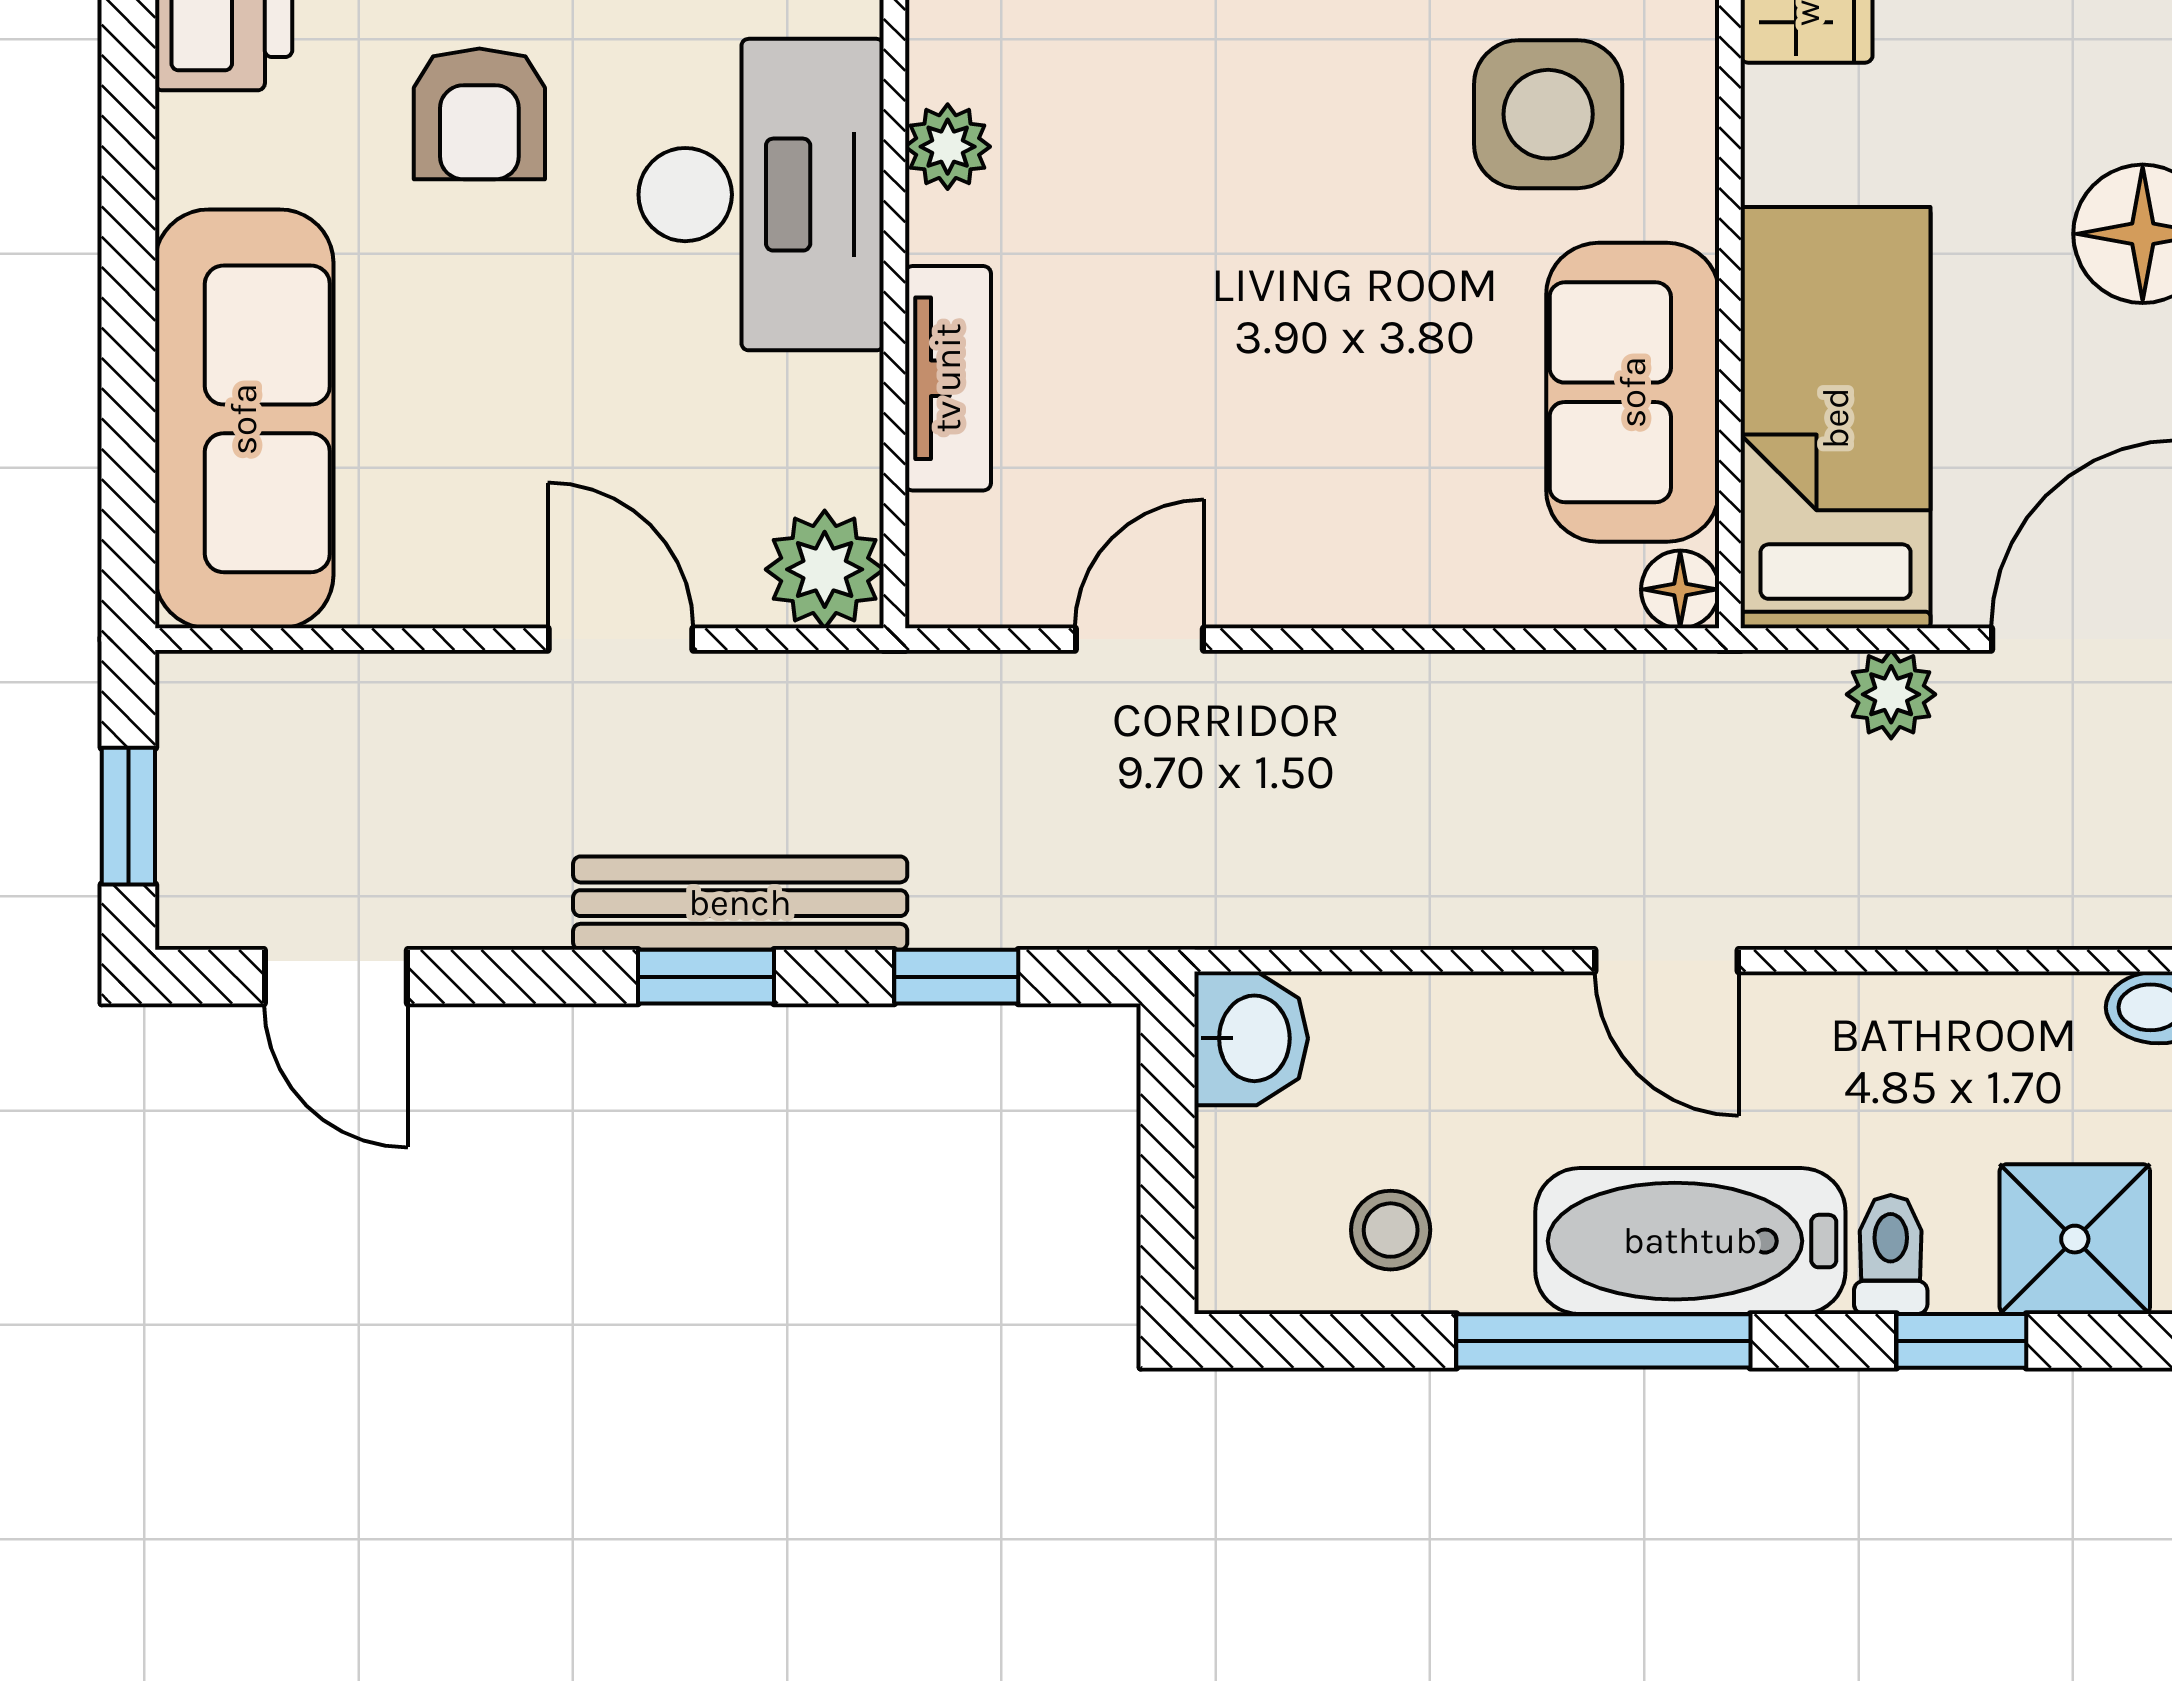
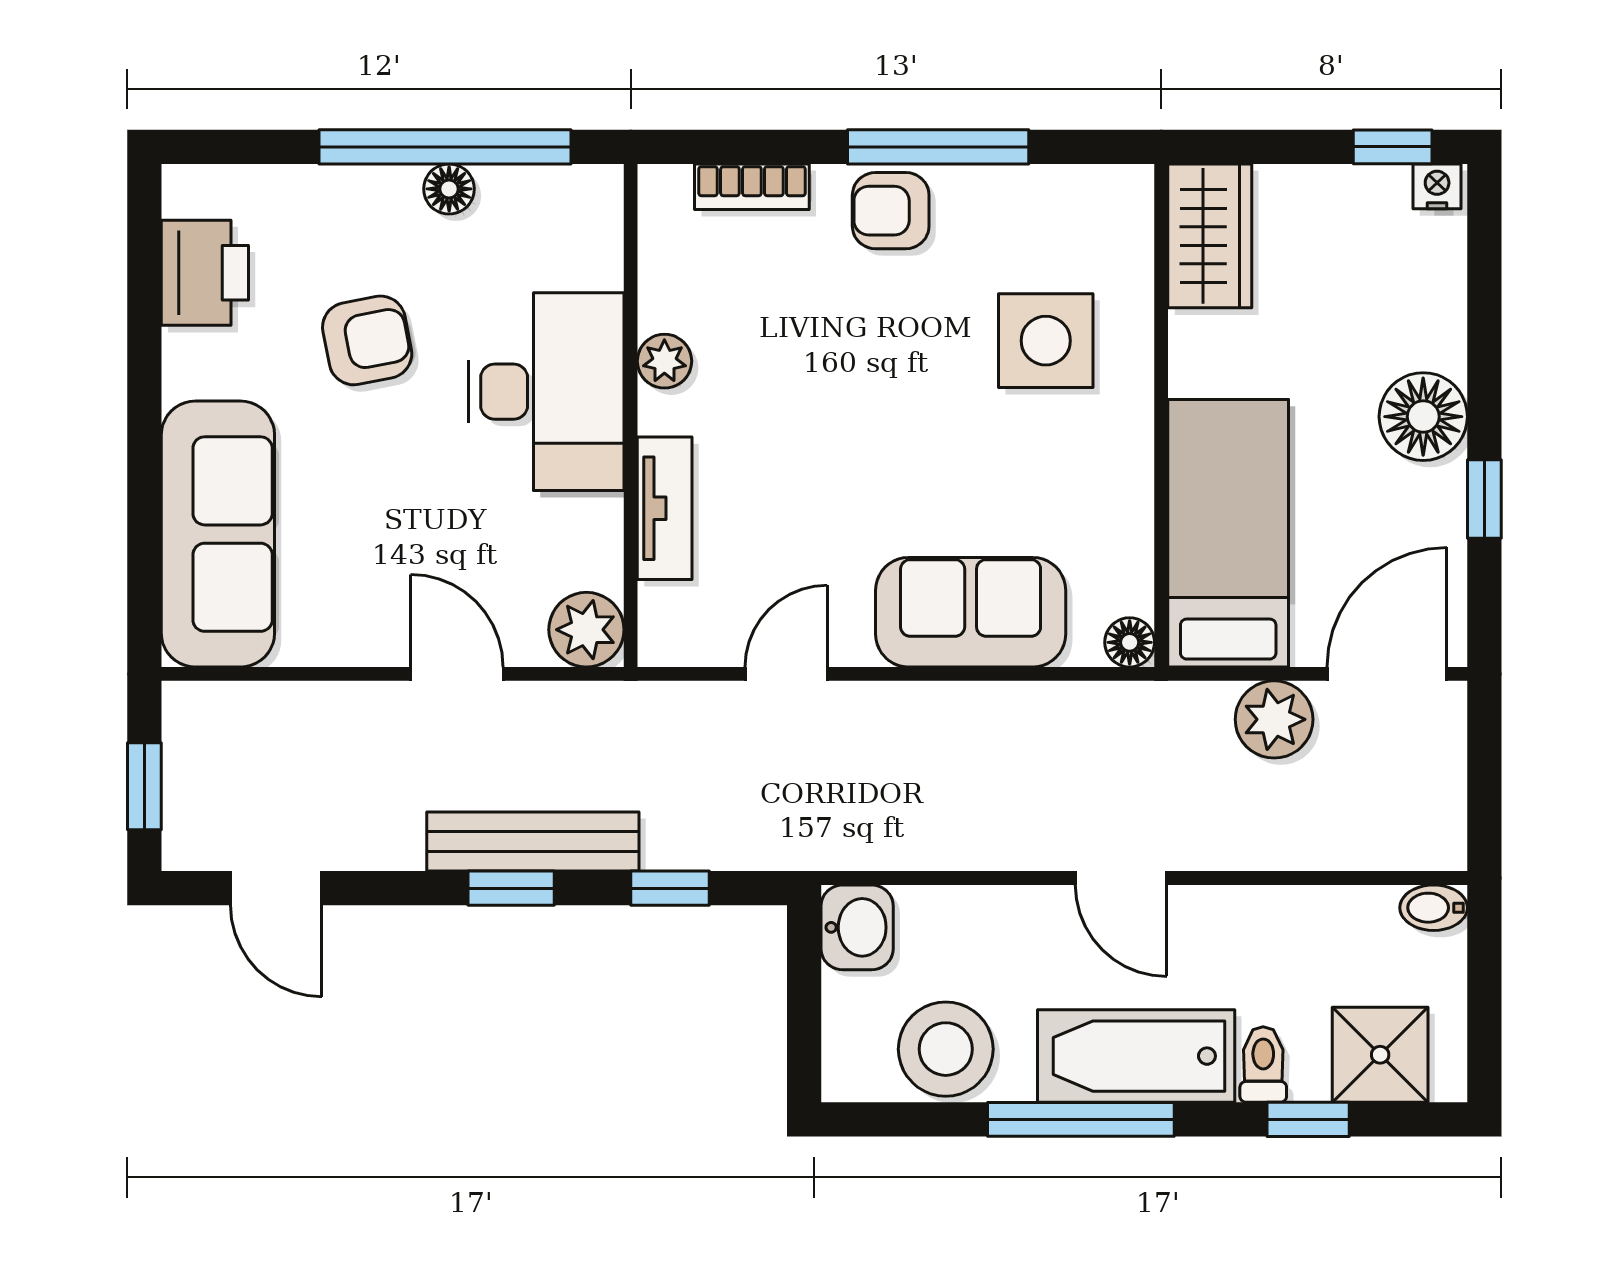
armchair: (479, 114) -> (367, 340), turned -101
sofa: (1633, 392) -> (971, 612), moved, turned 90
plant: (1891, 694) -> (1274, 719), width x1.38, depth x1.38
stool: (1391, 1230) -> (946, 1049), width x1.89, depth x1.89

